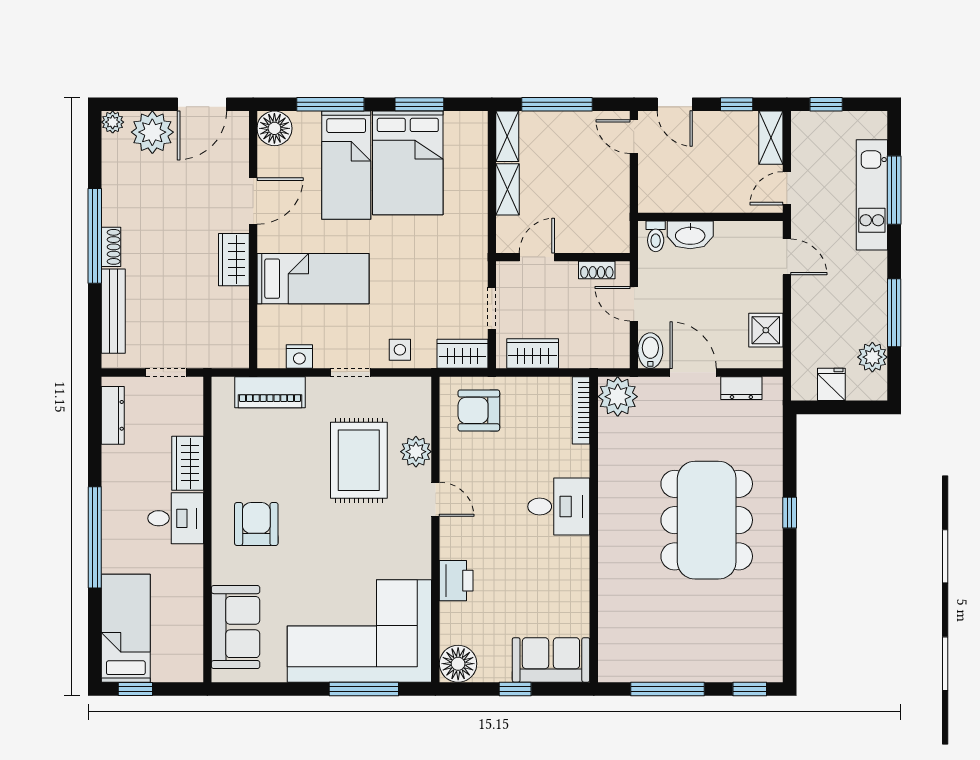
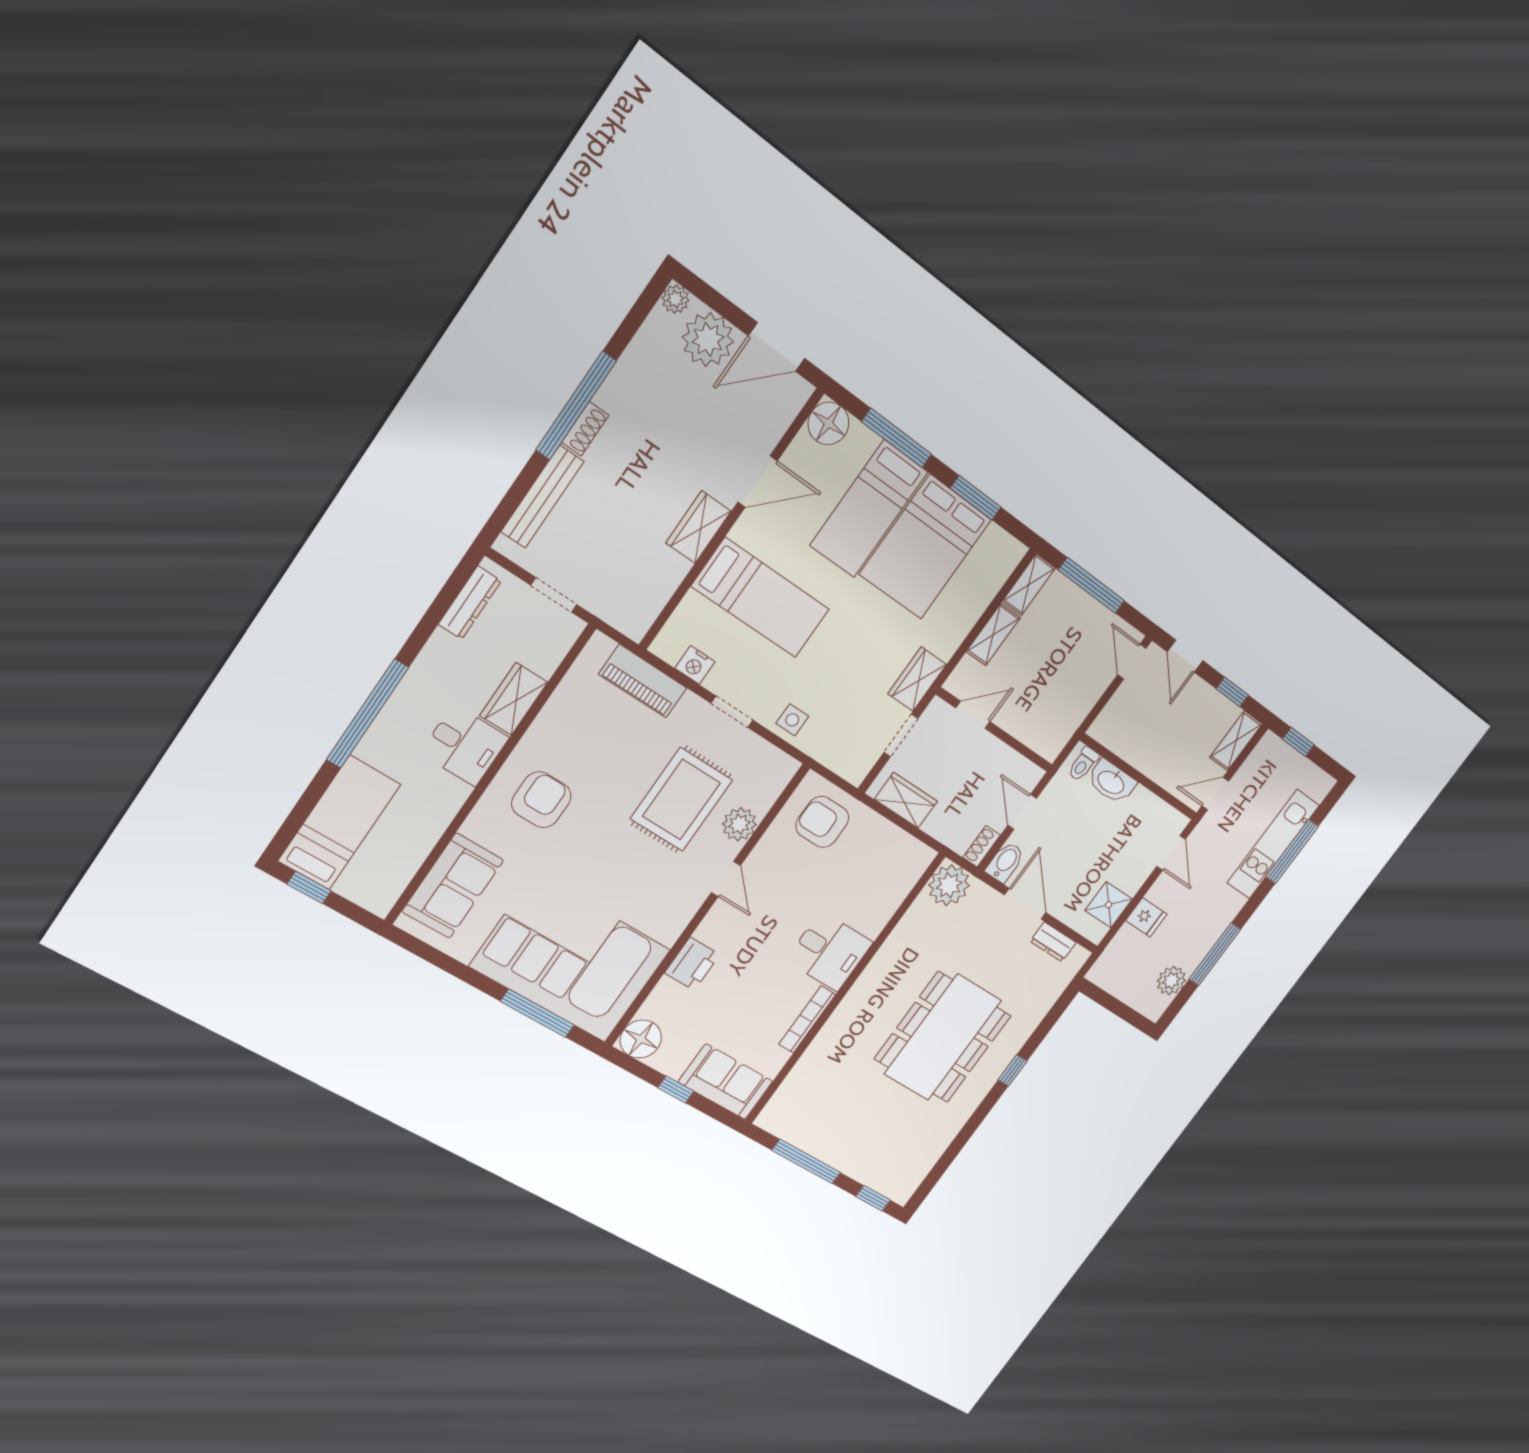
shoe rack: (597, 270) -> (982, 846), moved, turned 90
wardrobe: (462, 354) -> (917, 679), moved, turned -90
fridge: (831, 384) -> (1146, 917), moved, turned 90
bookcase: (581, 410) -> (807, 1019), moved

